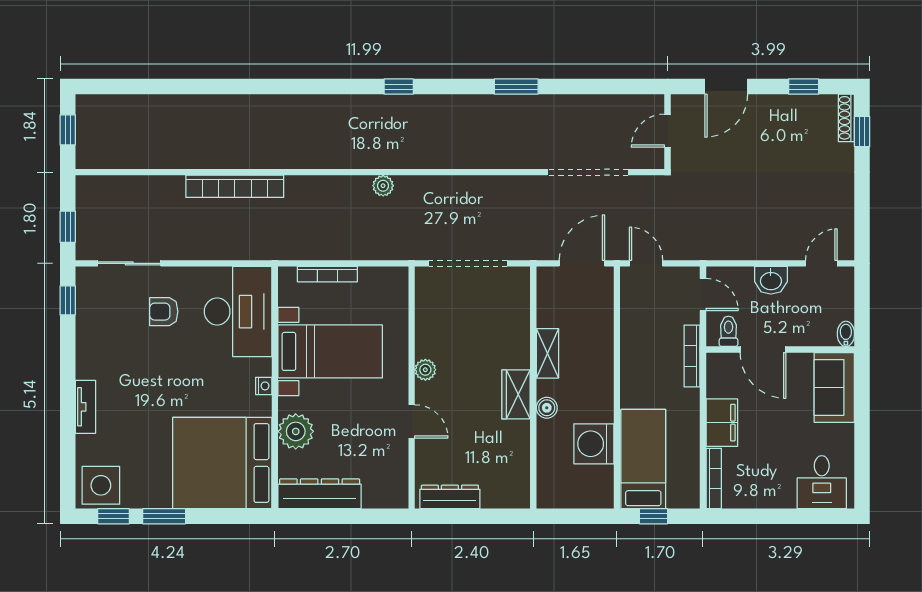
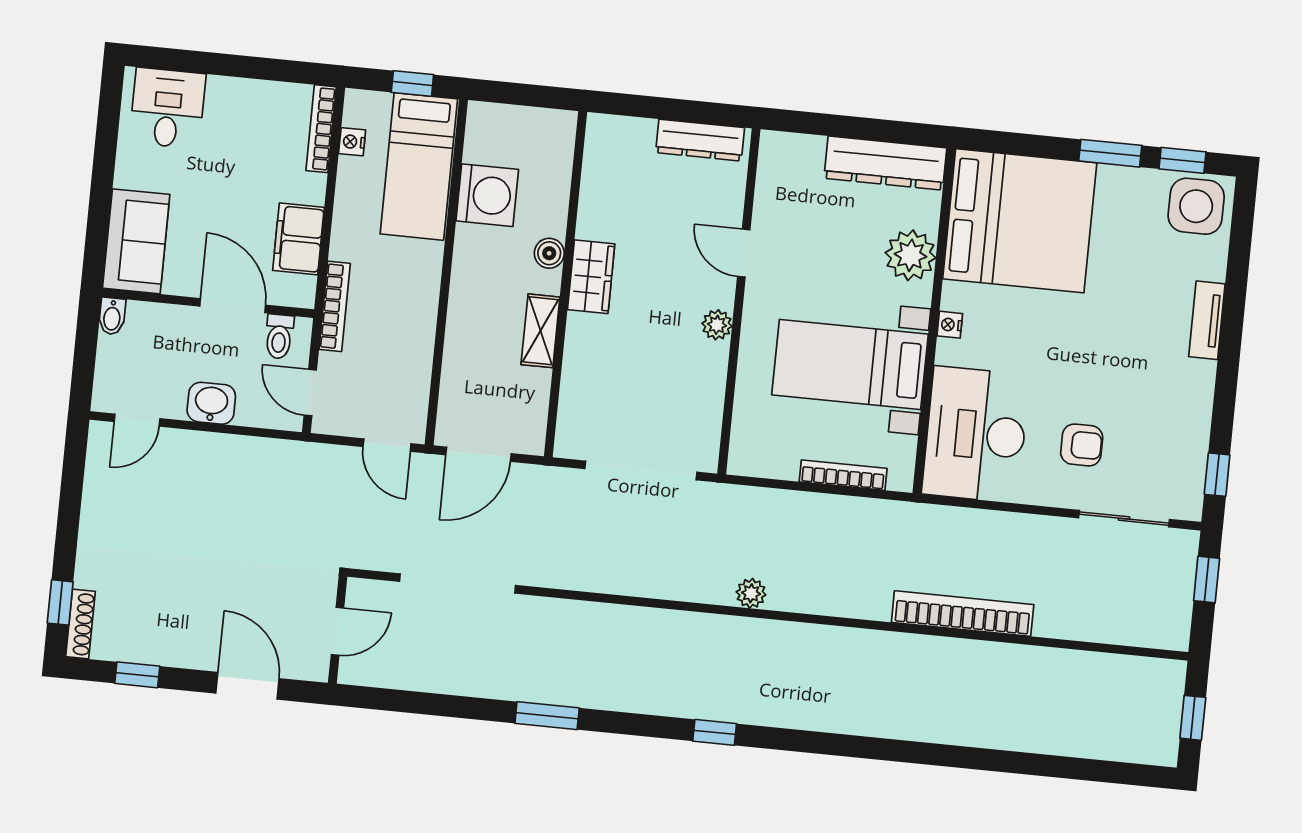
door: (726, 87) -> (247, 686), hinge flipped
filing cabinet: (722, 423) -> (298, 239), moved
nightstand: (691, 472) -> (352, 142), added

